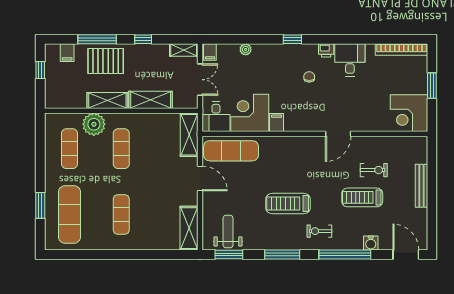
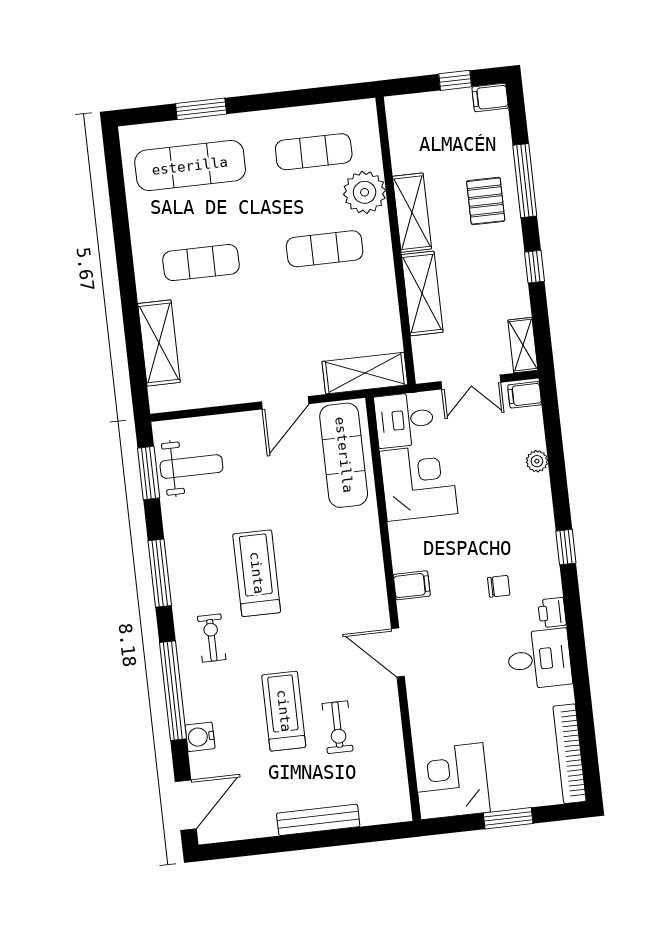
filing cabinet: (67, 53) -> (490, 97), moved
pallet: (106, 61) -> (486, 201), width x0.67, depth x0.71
filing cabinet: (277, 123) -> (412, 585), moved
shelving: (189, 228) -> (159, 343), moved, turned 90

